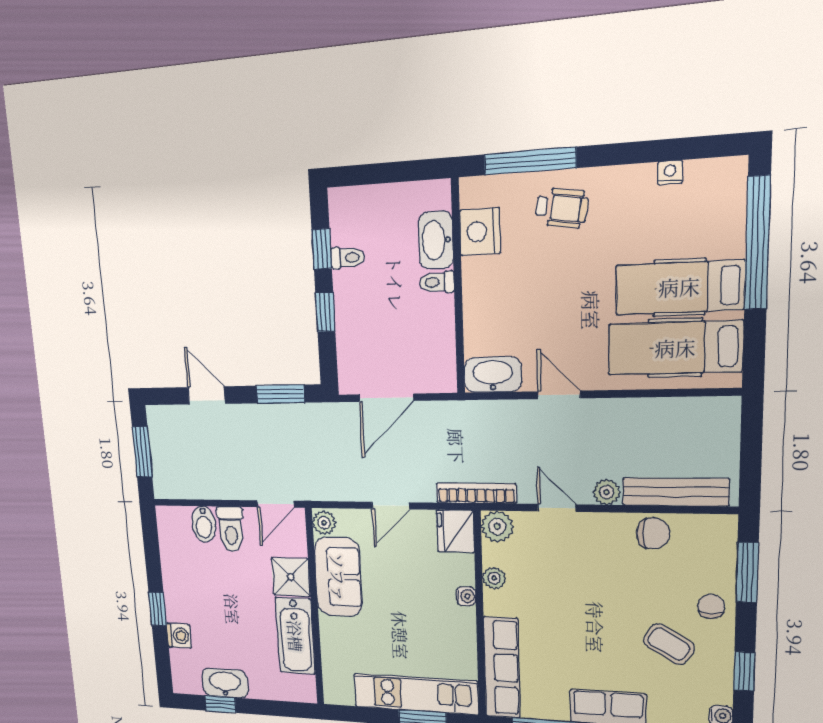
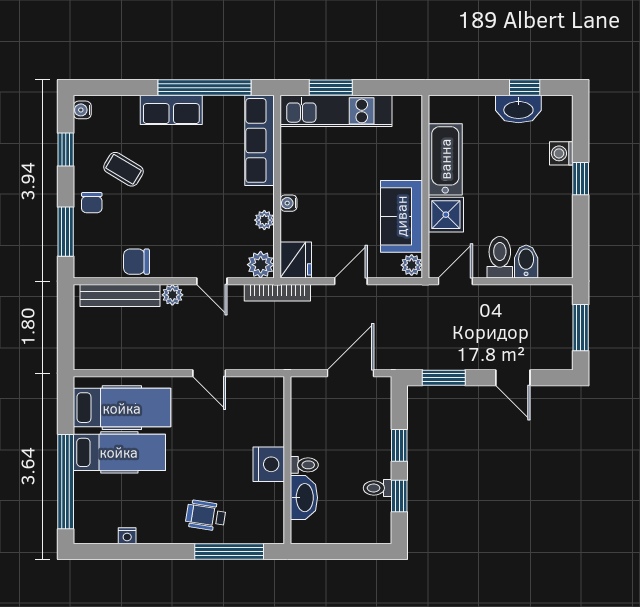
nightstand: (480, 232) -> (269, 464), moved
washbasin: (493, 375) -> (261, 390), removed

